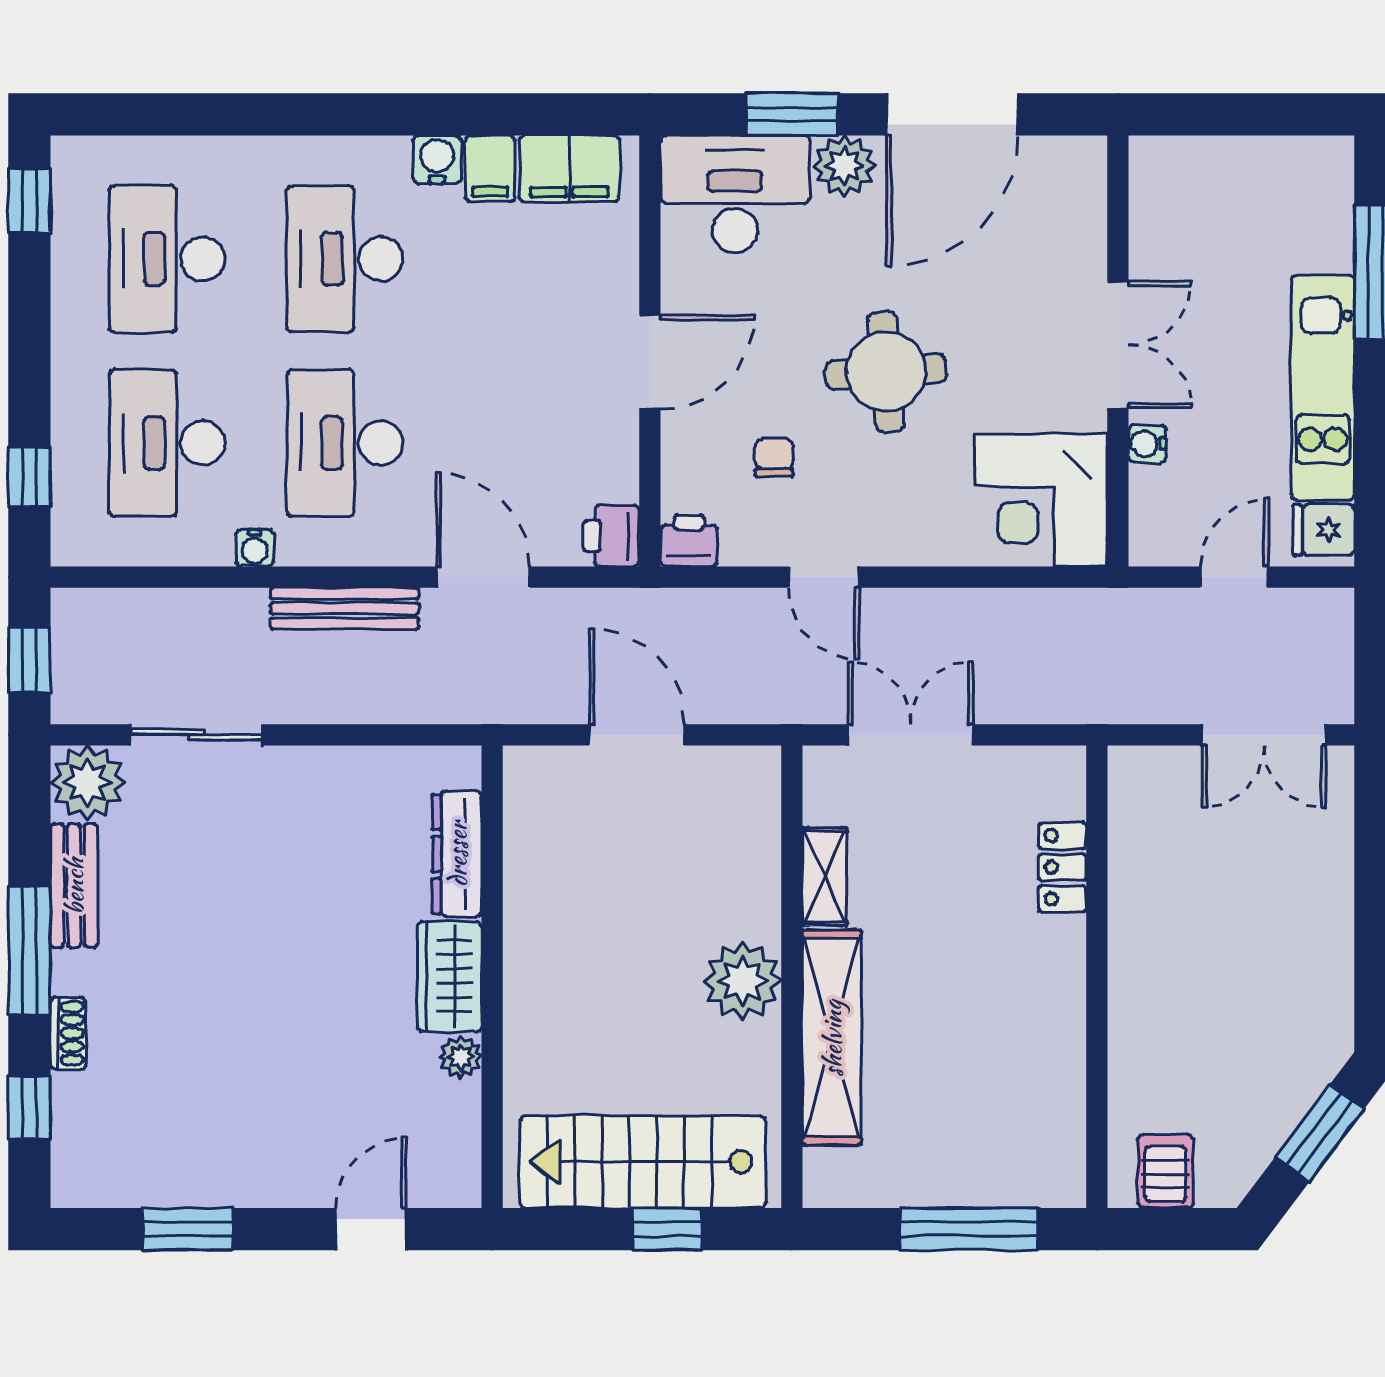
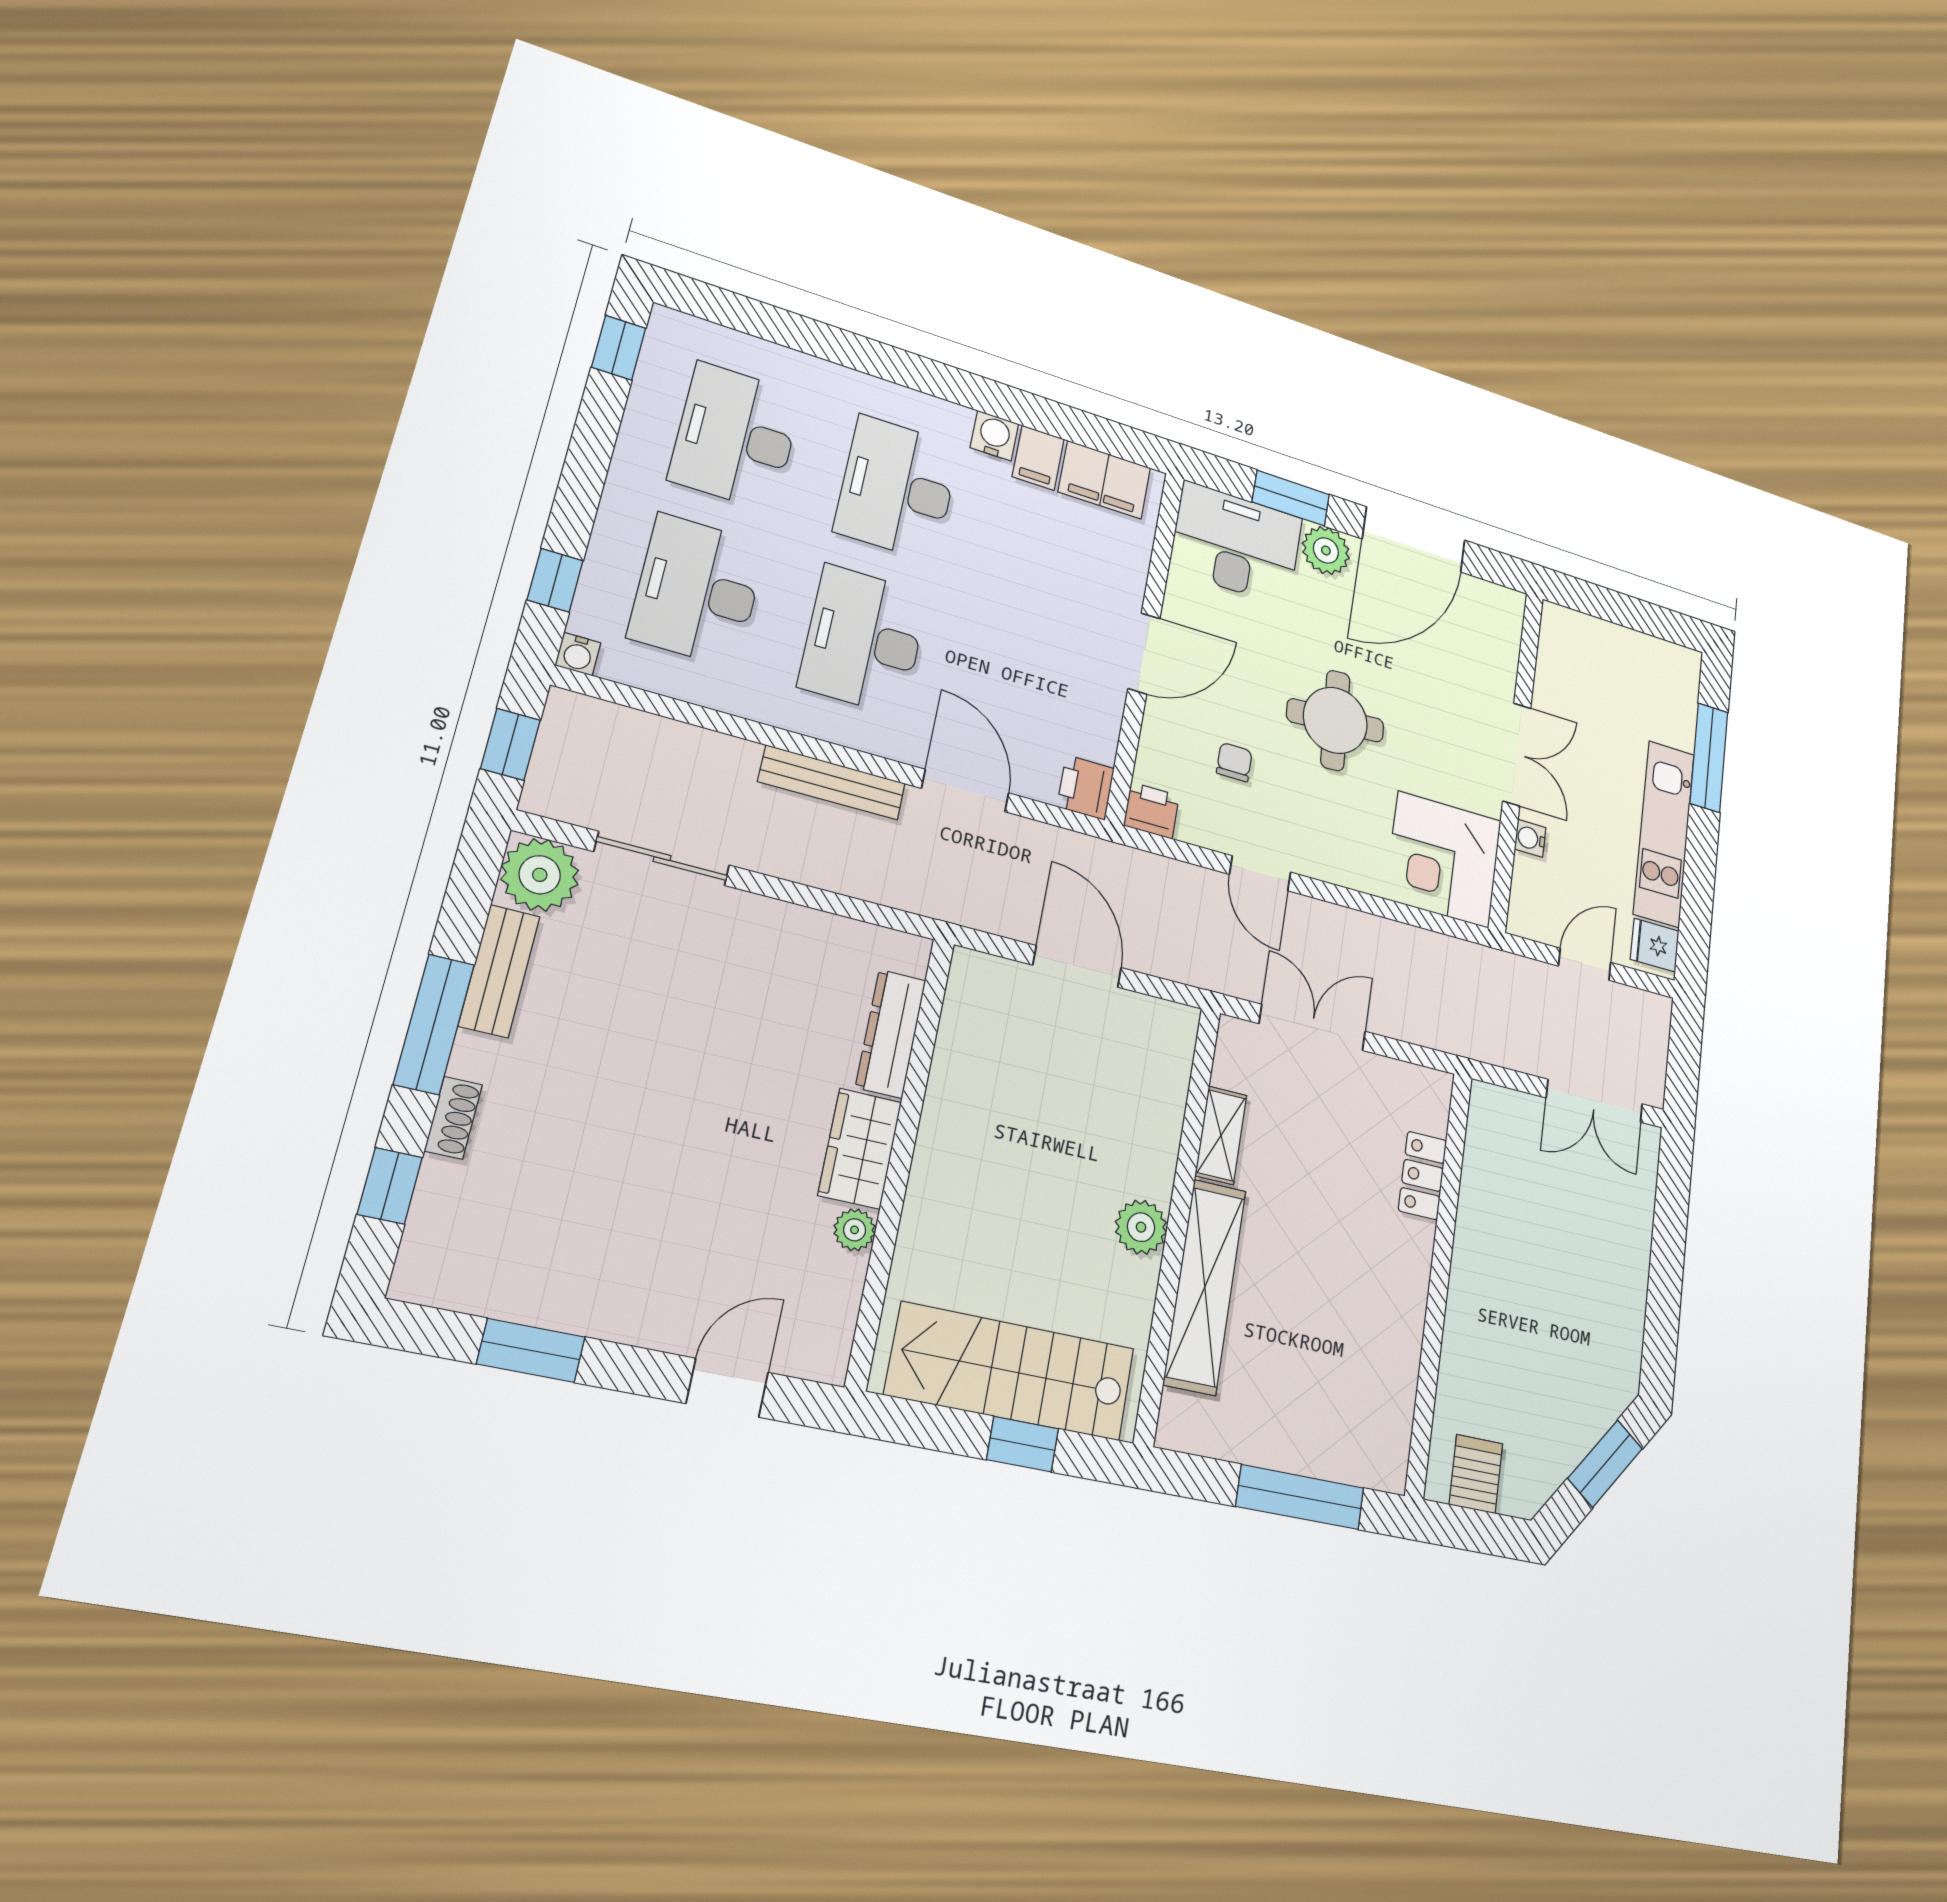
water cooler: (255, 548) -> (578, 654), moved
plant: (742, 981) -> (1141, 1227), width x0.73, depth x0.73

